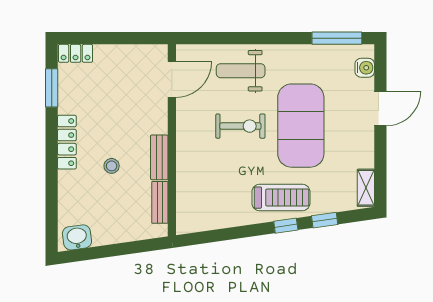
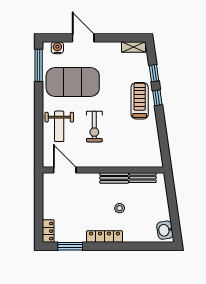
exercise bike: (240, 126) -> (94, 127), turned 180
exercise mat: (301, 126) -> (73, 82), moved

